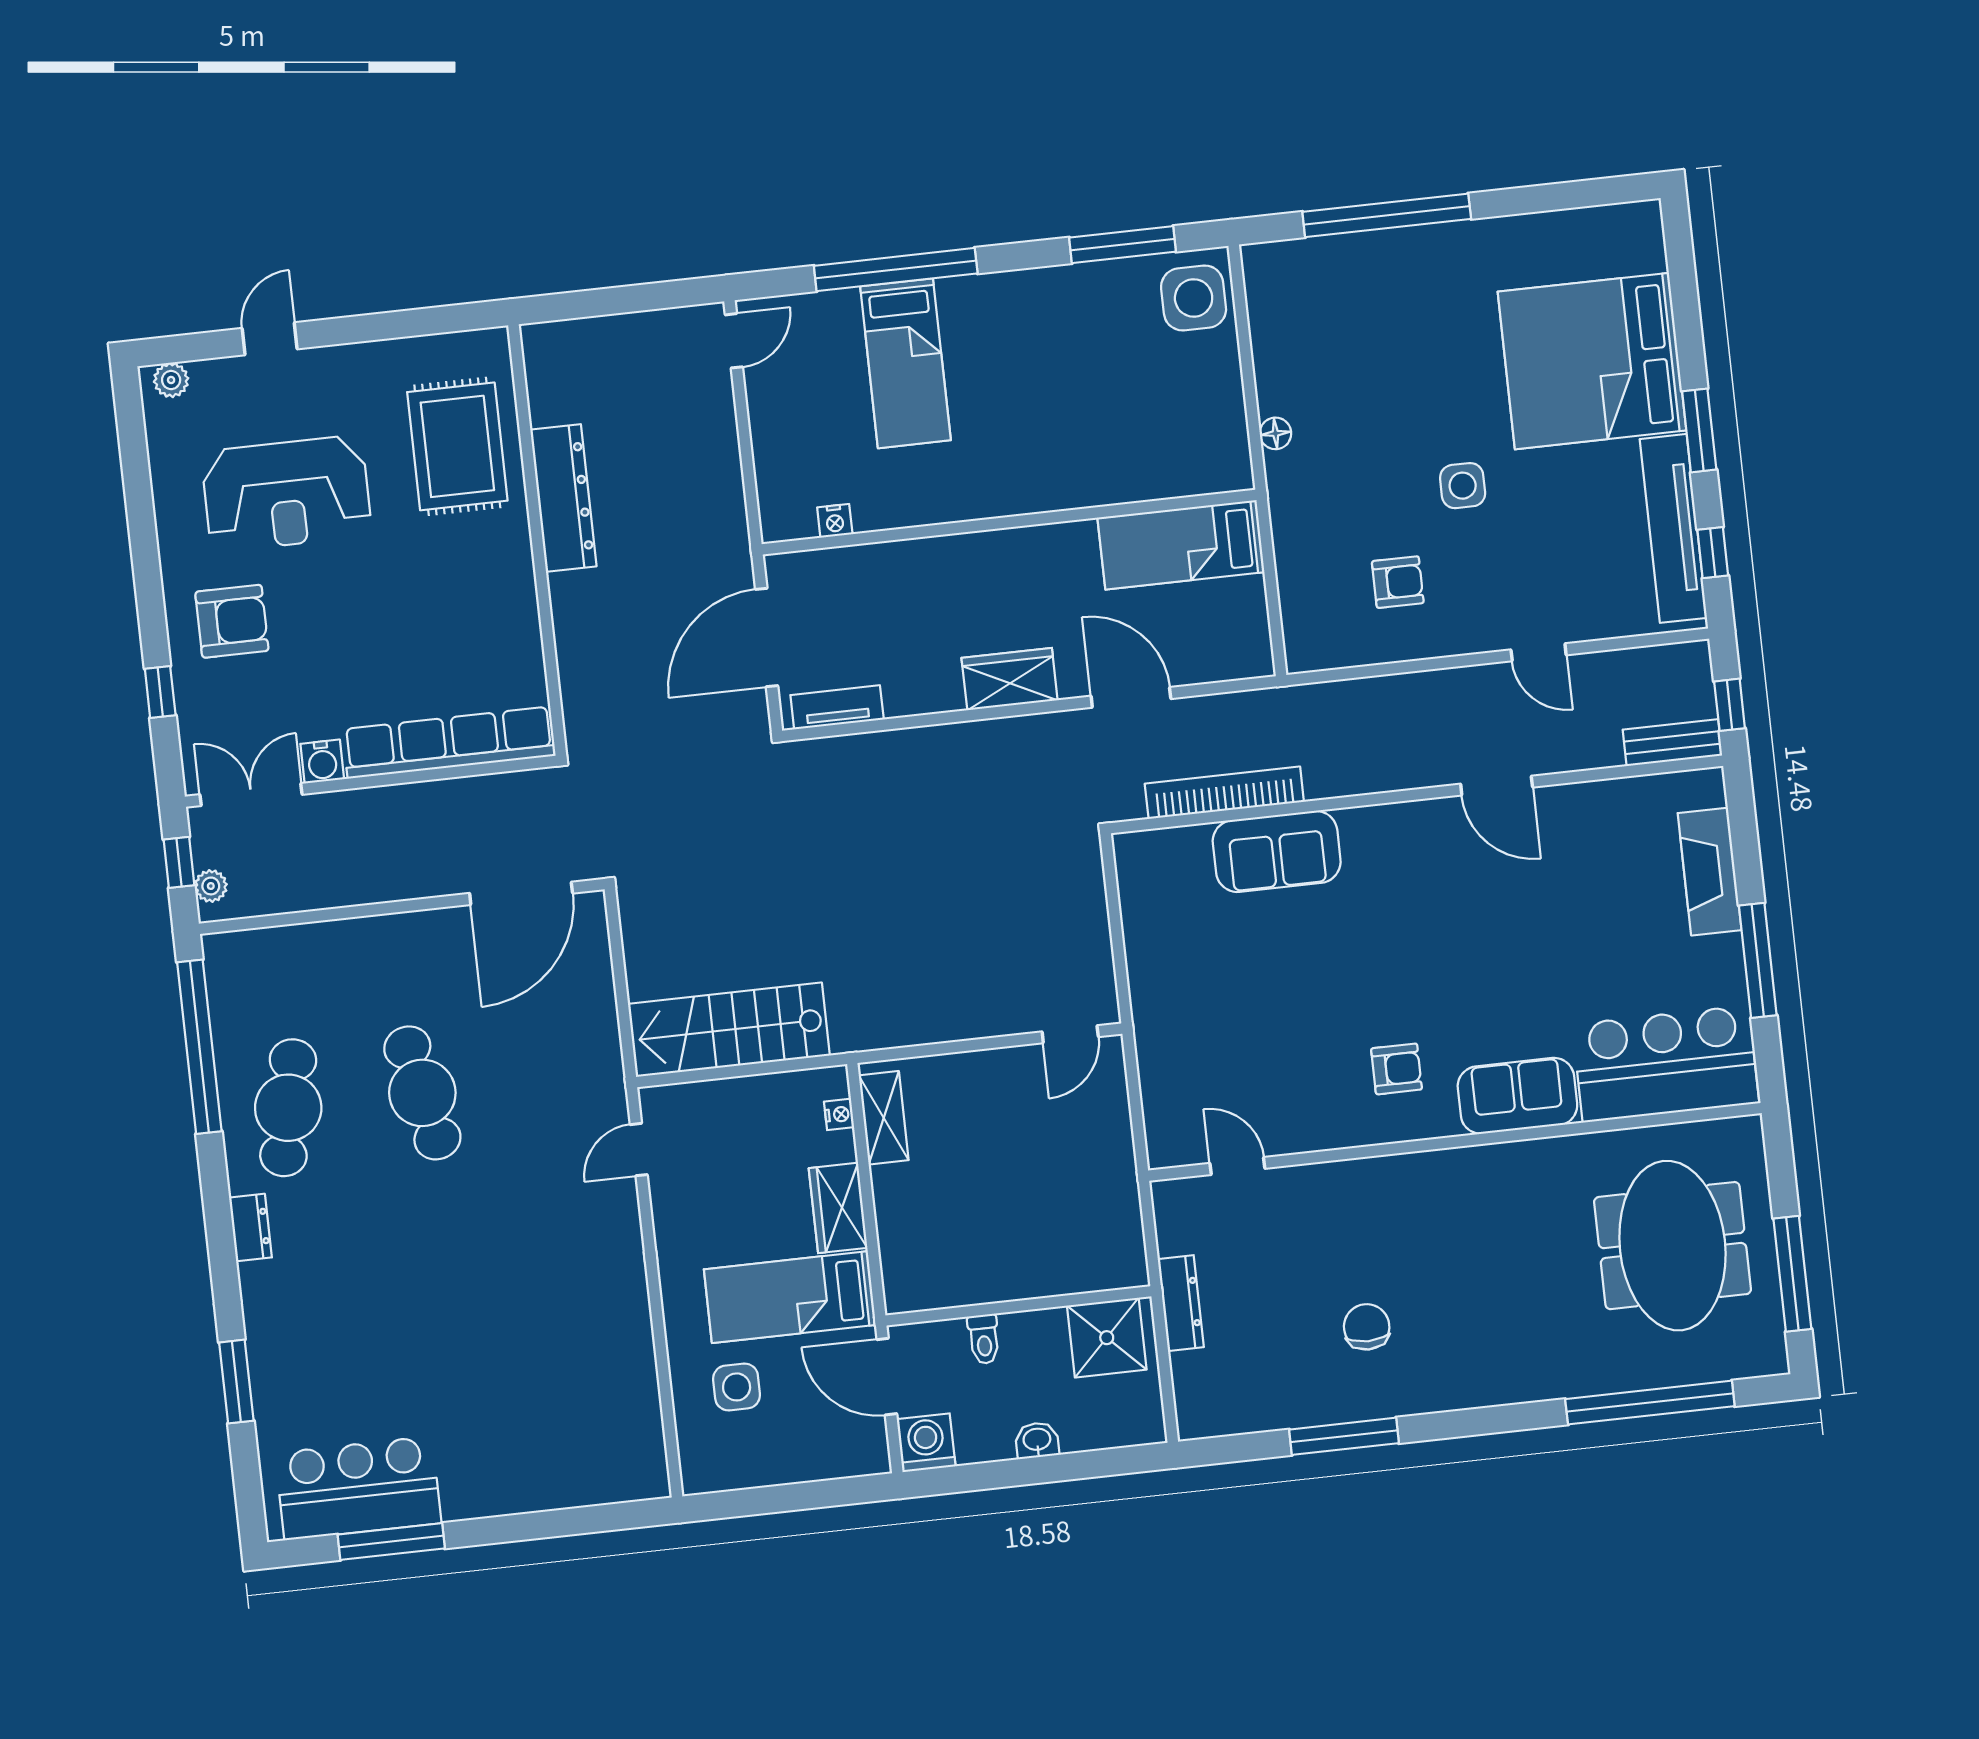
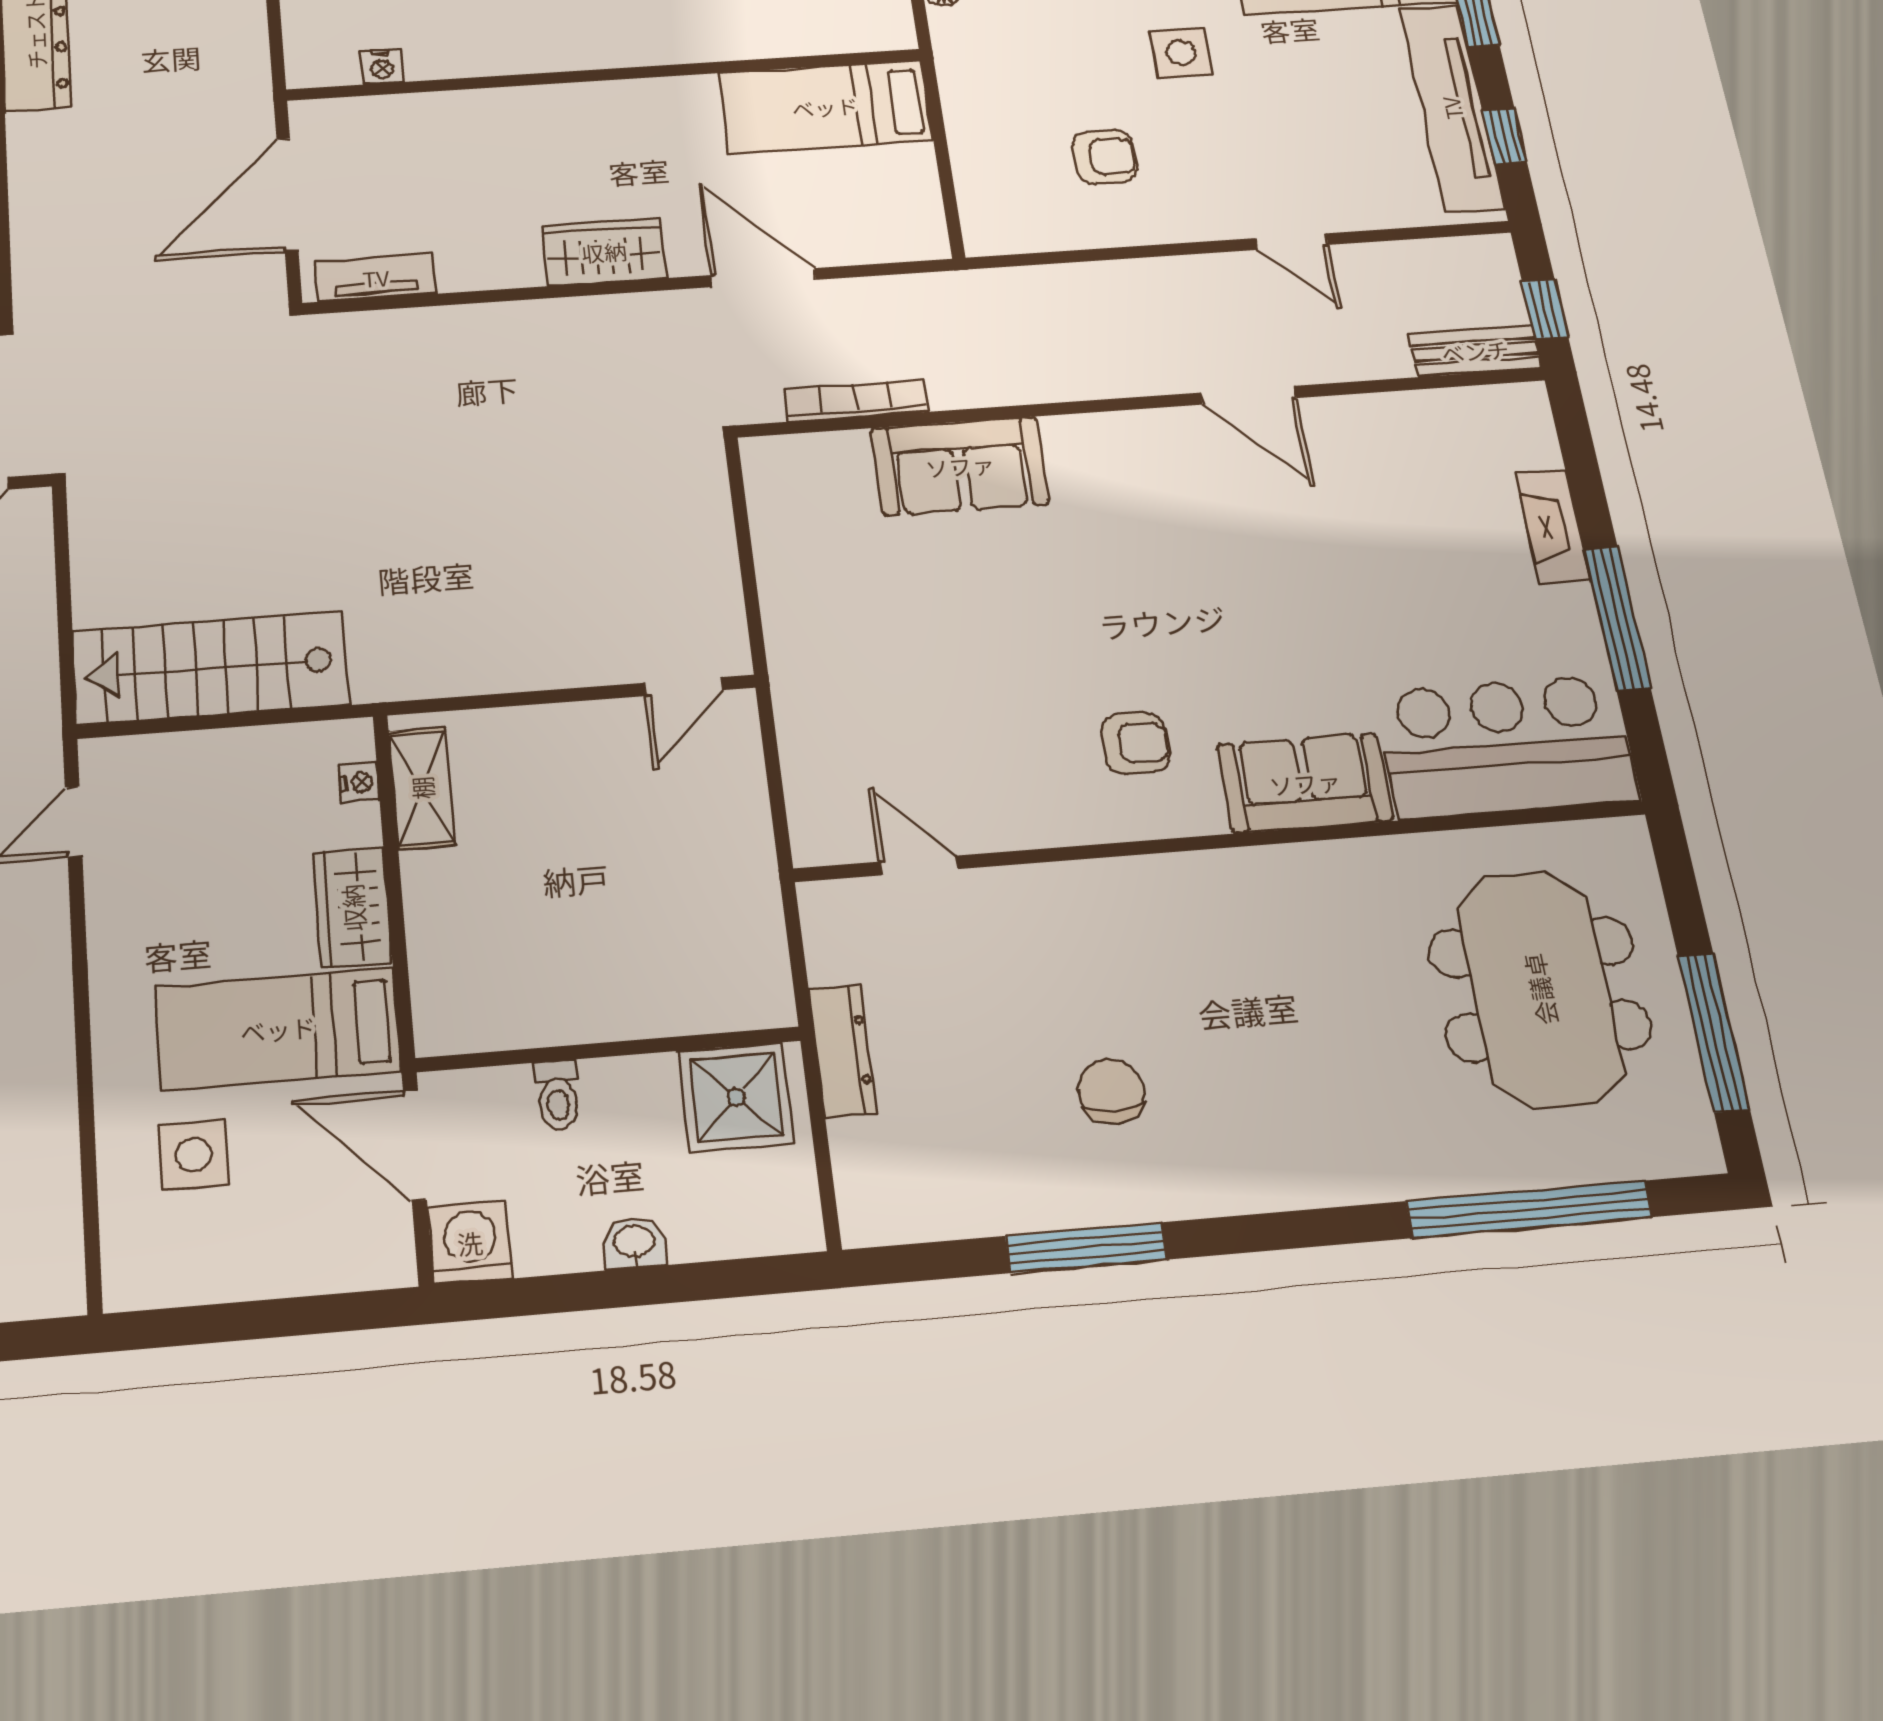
bookcase: (1224, 793) -> (856, 401), width x0.68, depth x0.76
fireplace: (1710, 872) -> (1553, 527), width x0.73, depth x0.76

